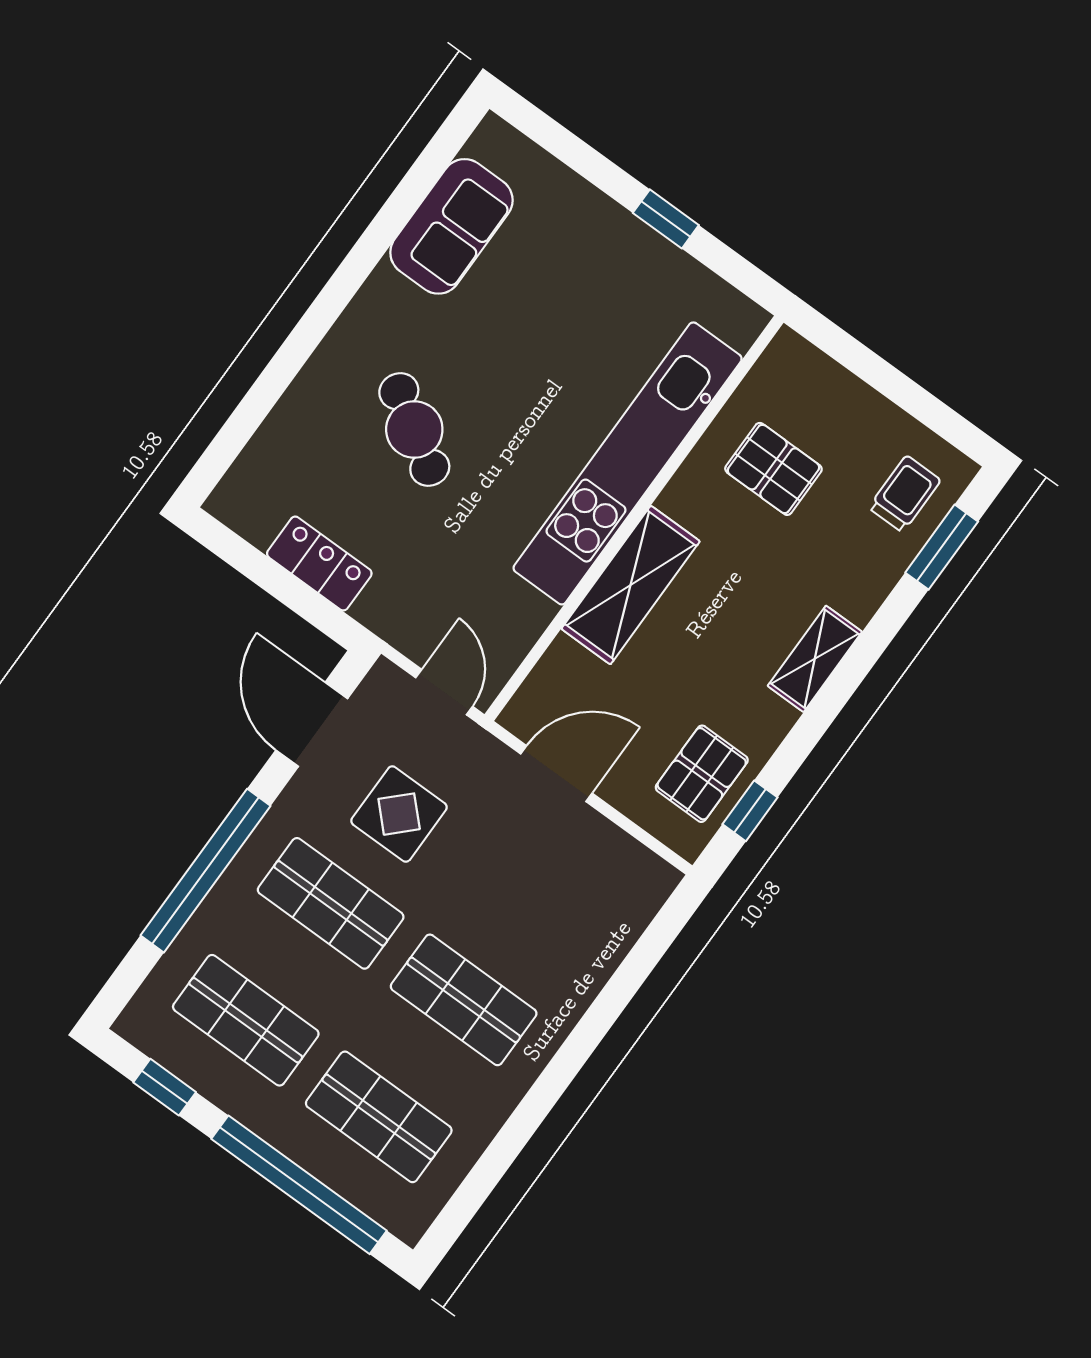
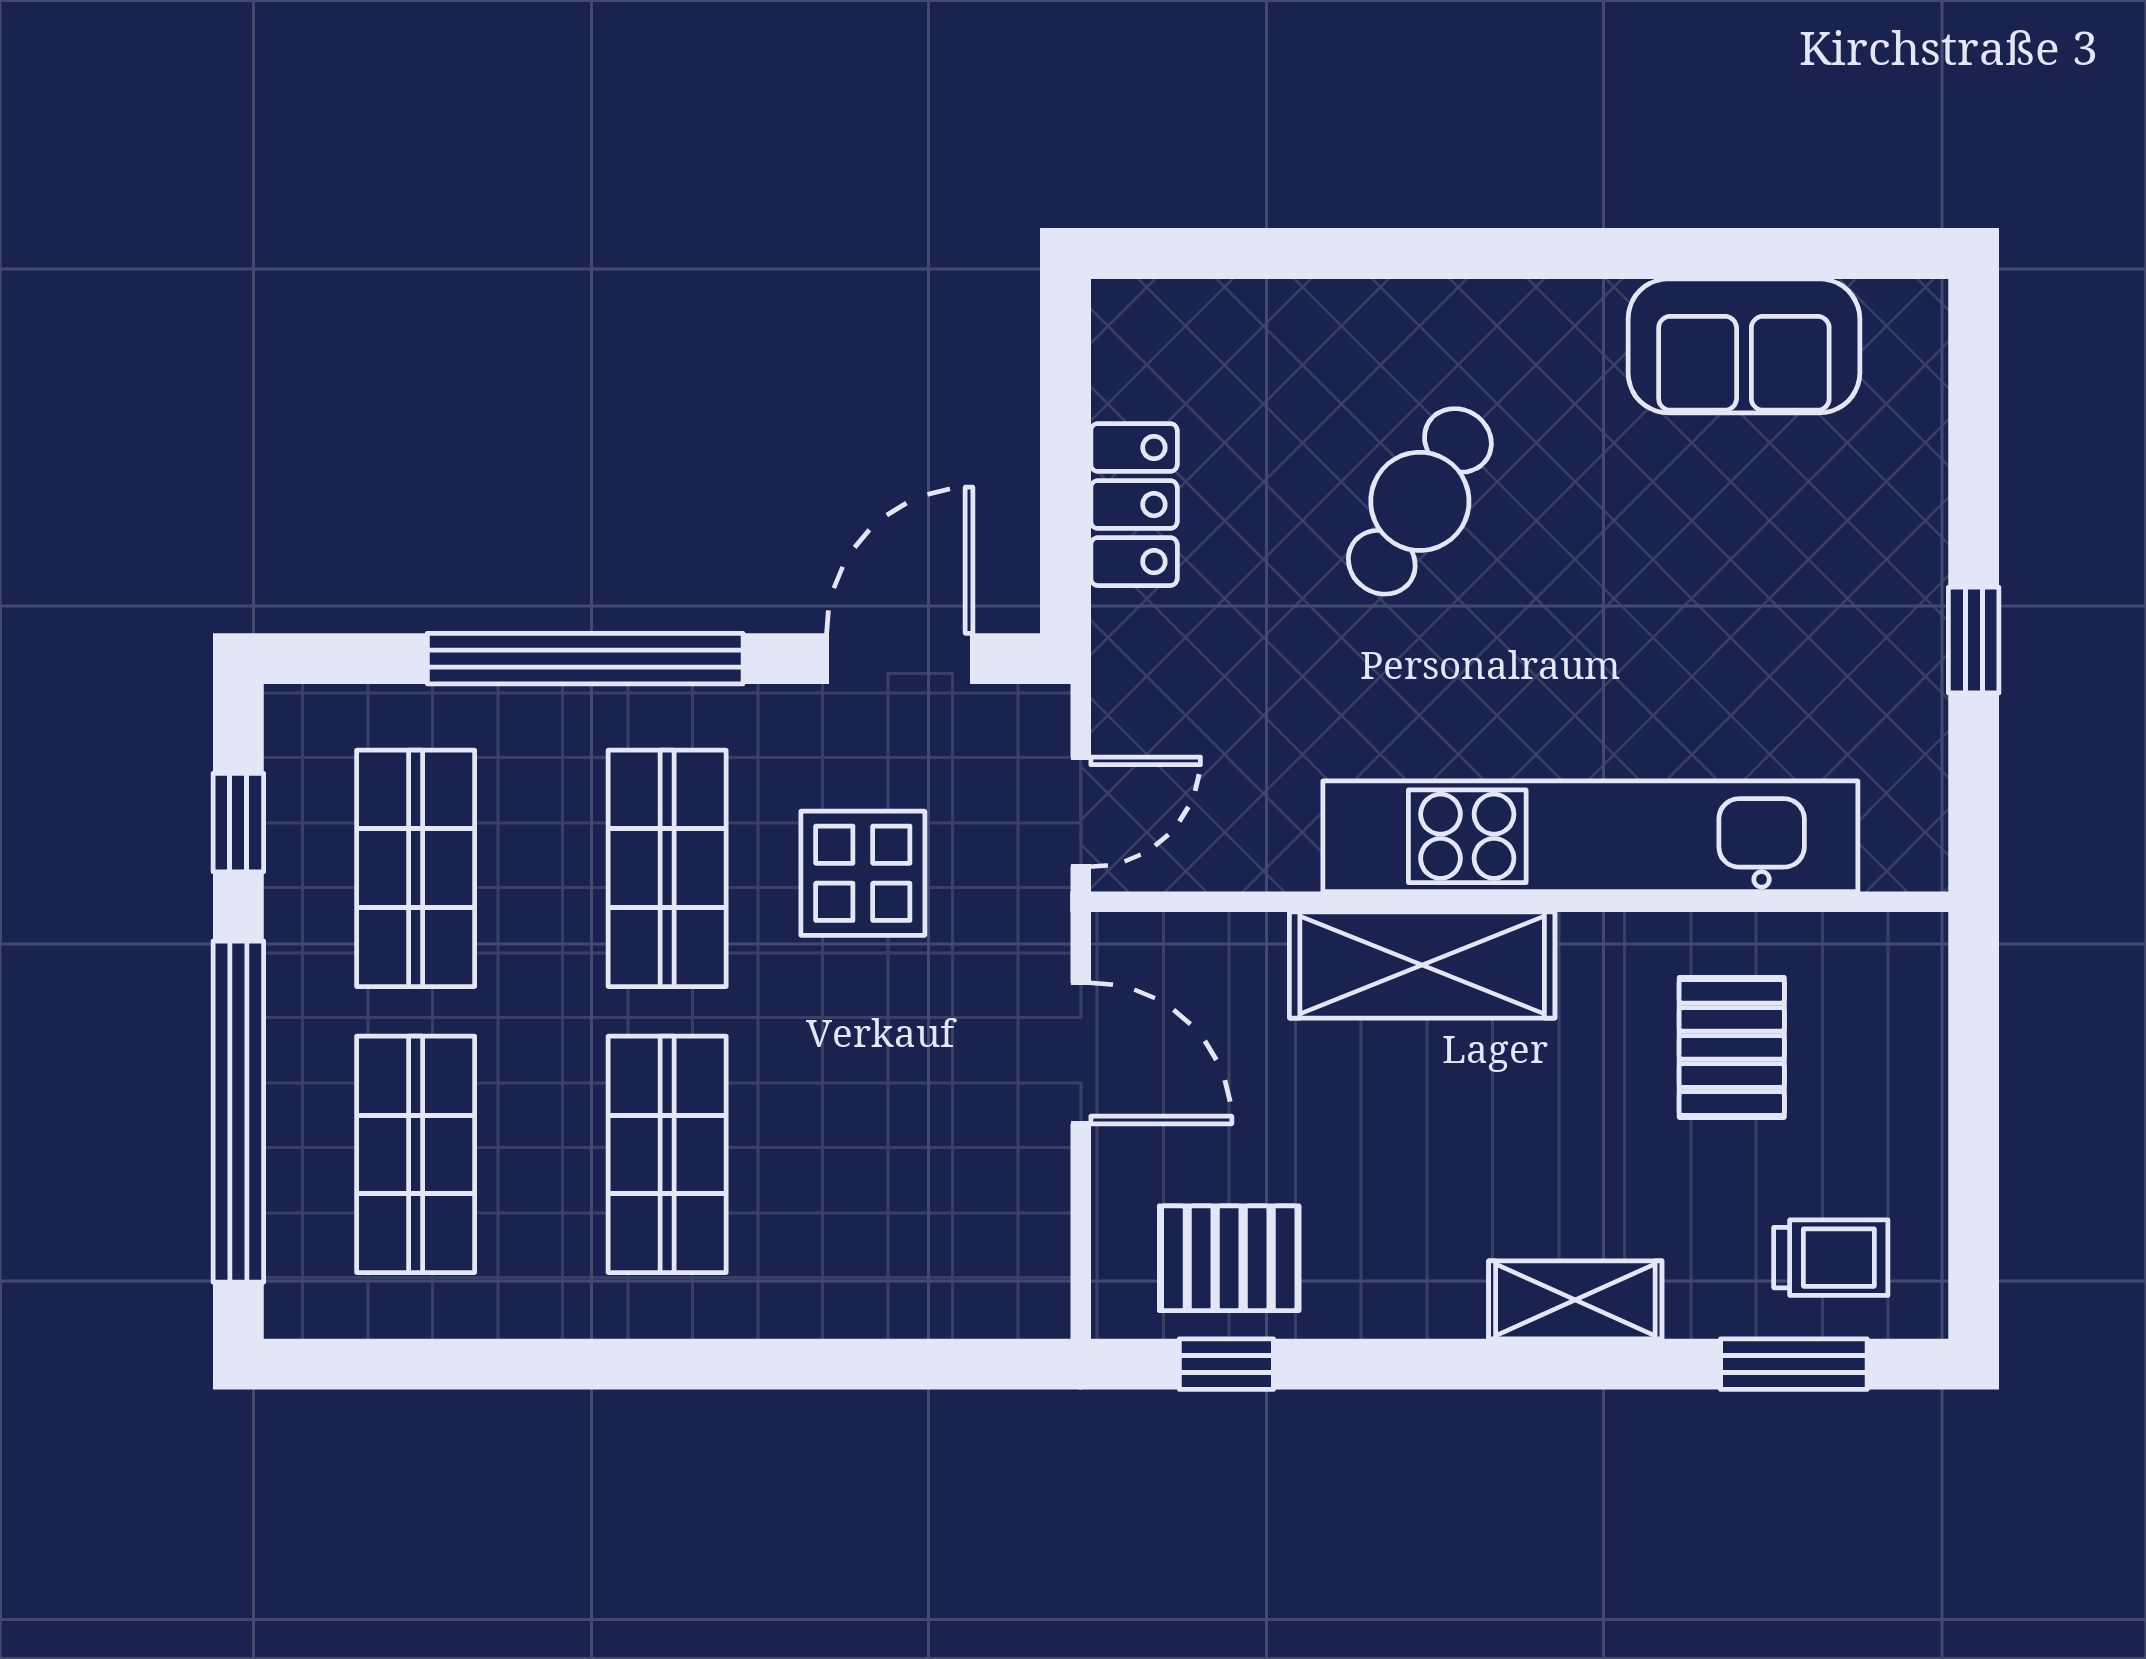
shelving: (815, 659) -> (1575, 1300), moved

